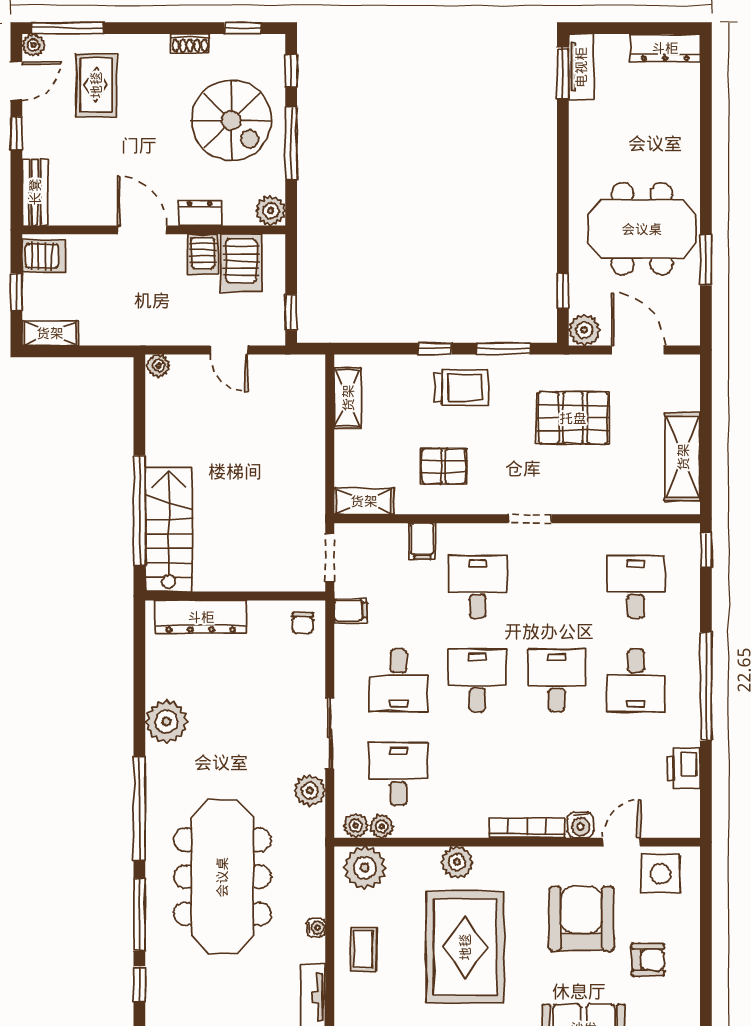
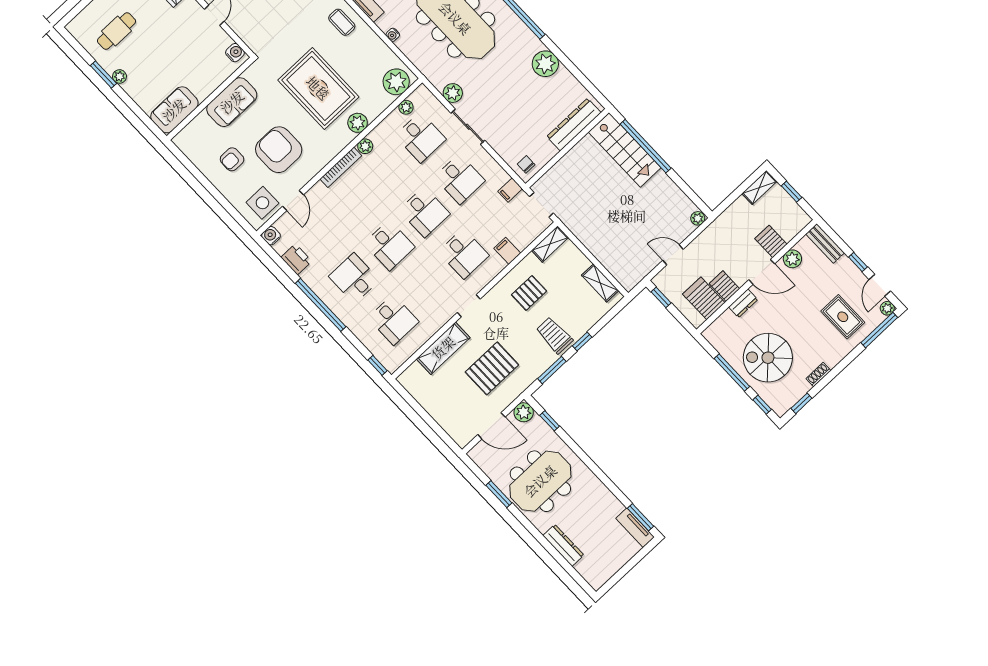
dresser: (665, 48) -> (563, 545), moved, turned 90
plant: (271, 211) -> (792, 259), moved
server rack: (44, 256) -> (771, 241), moved, turned 90
trolley: (461, 387) -> (554, 335), turned 90
shelving: (683, 457) -> (443, 348), moved, turned 90
desk: (398, 680) -> (460, 179), turned 180
water cooler: (581, 825) -> (271, 236), moved
plant: (356, 826) -> (365, 146), moved
armchair: (581, 919) -> (279, 150), turned 180
coffee table: (363, 950) -> (342, 22), moved

